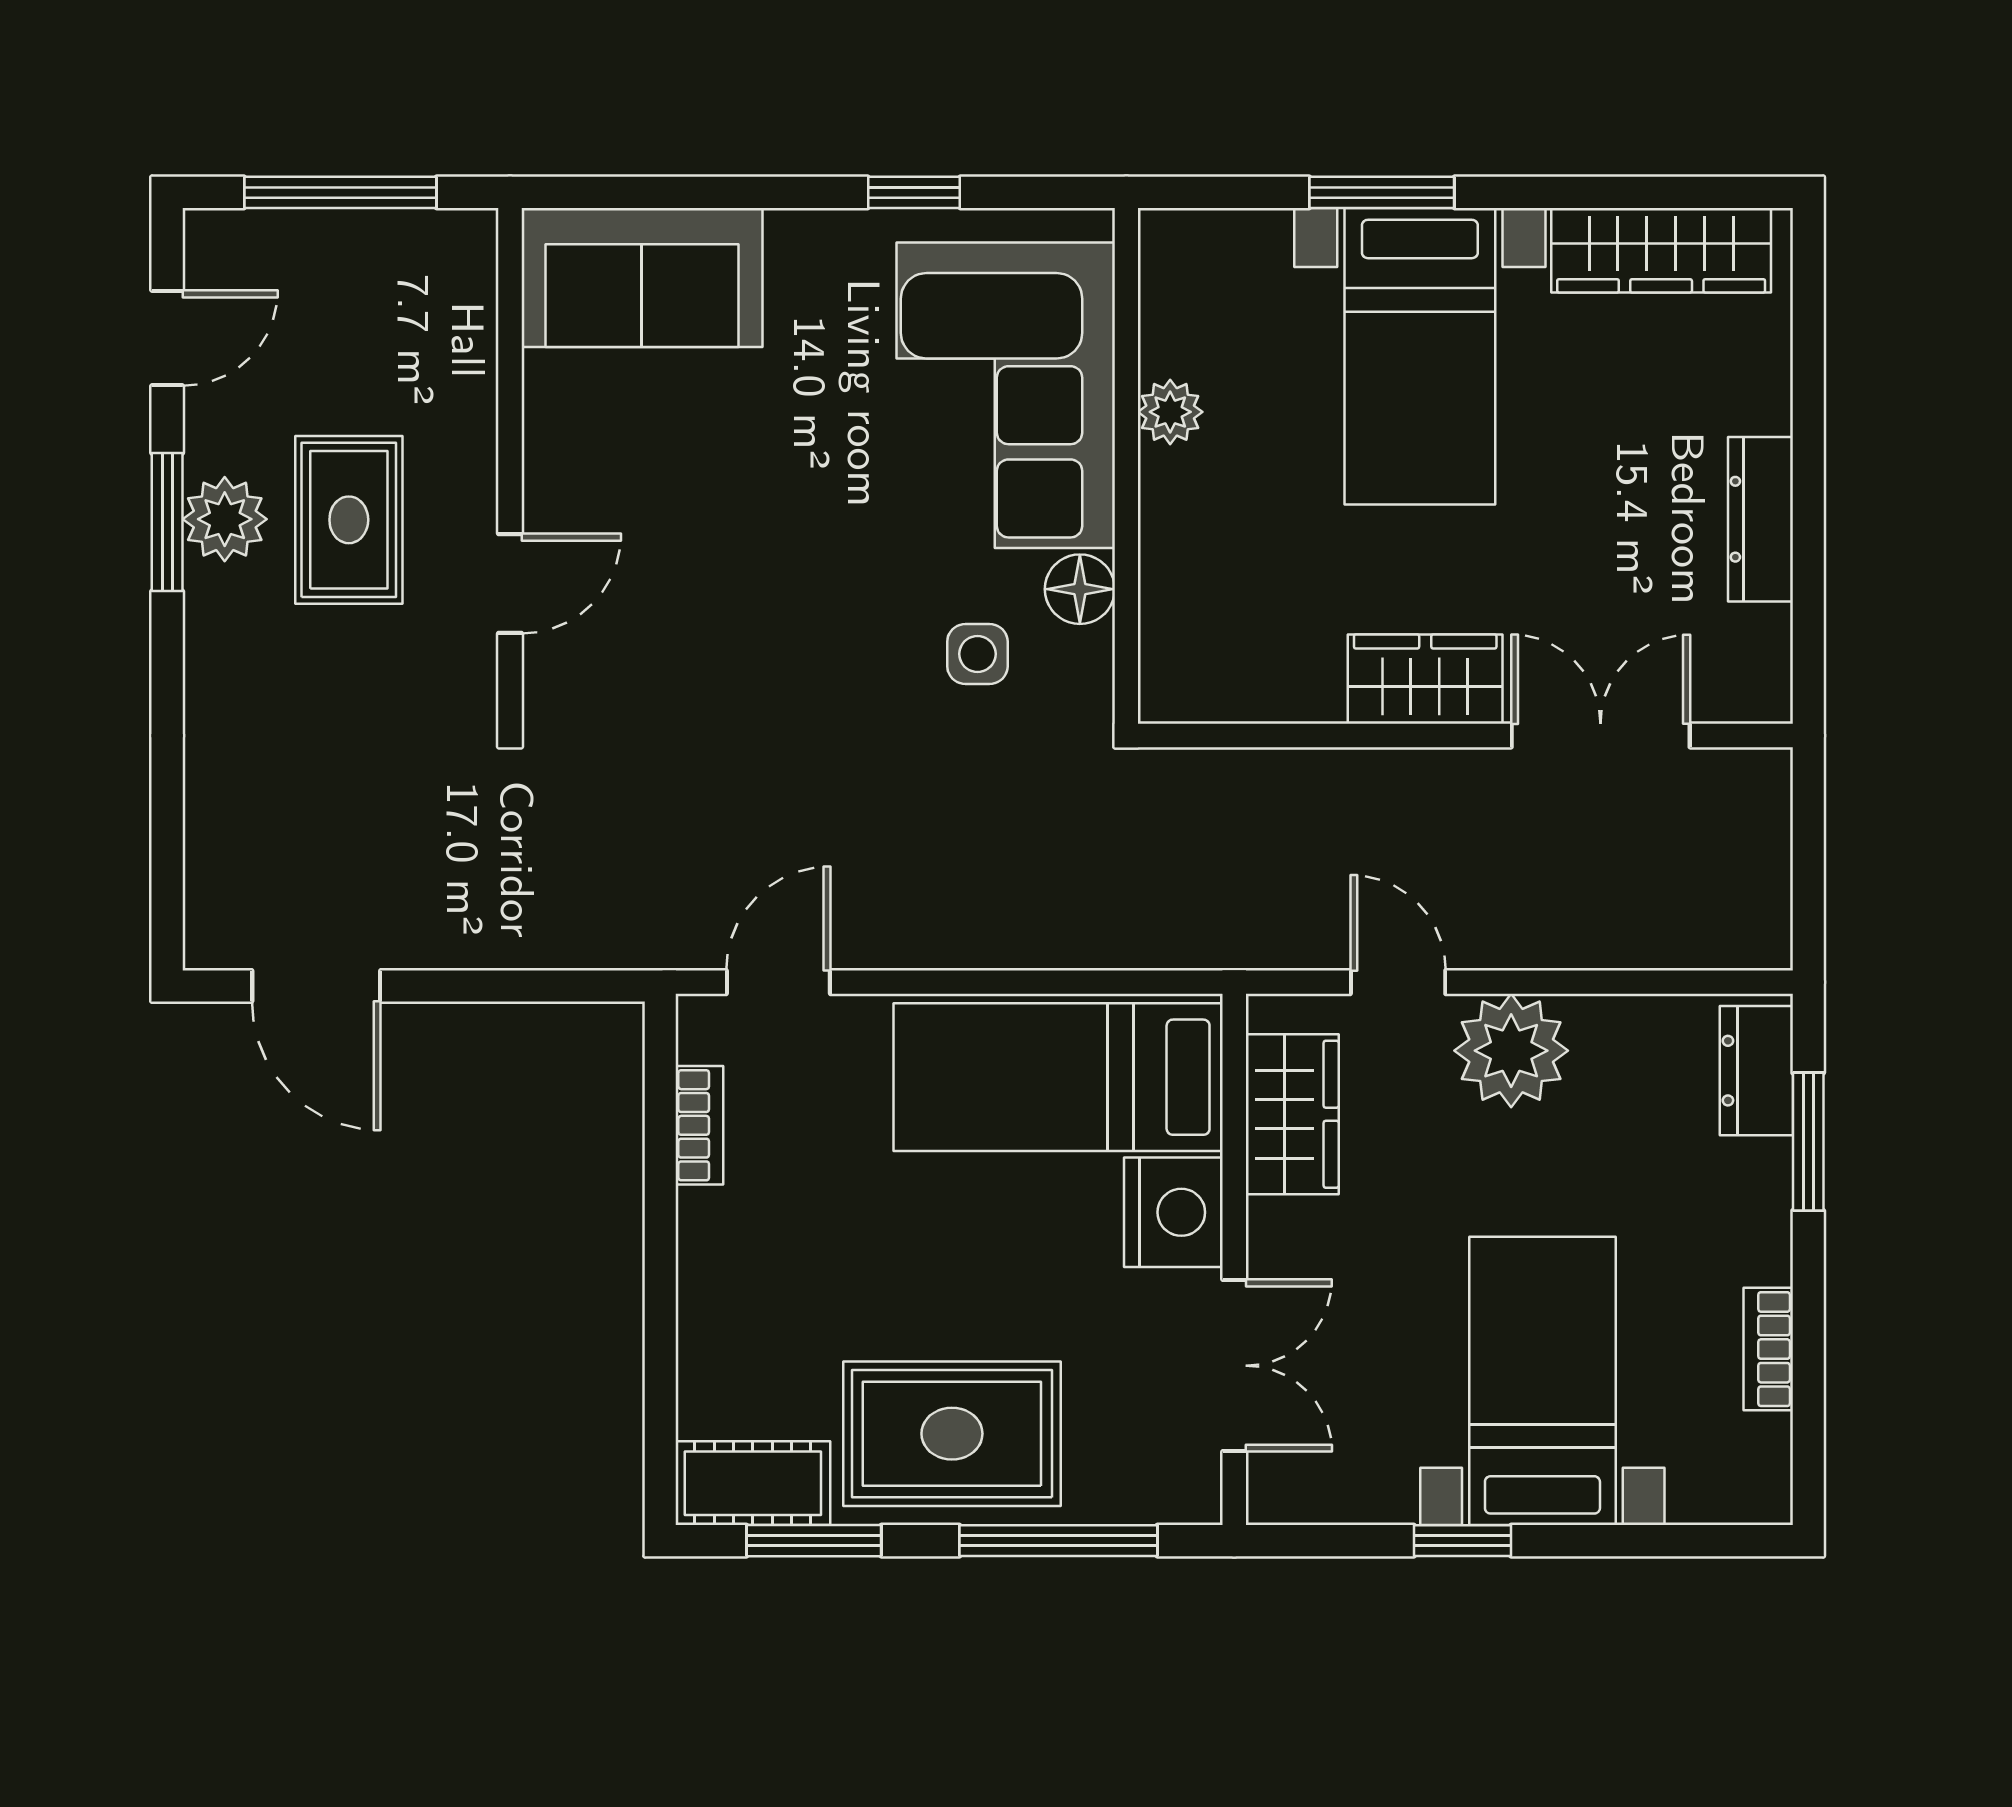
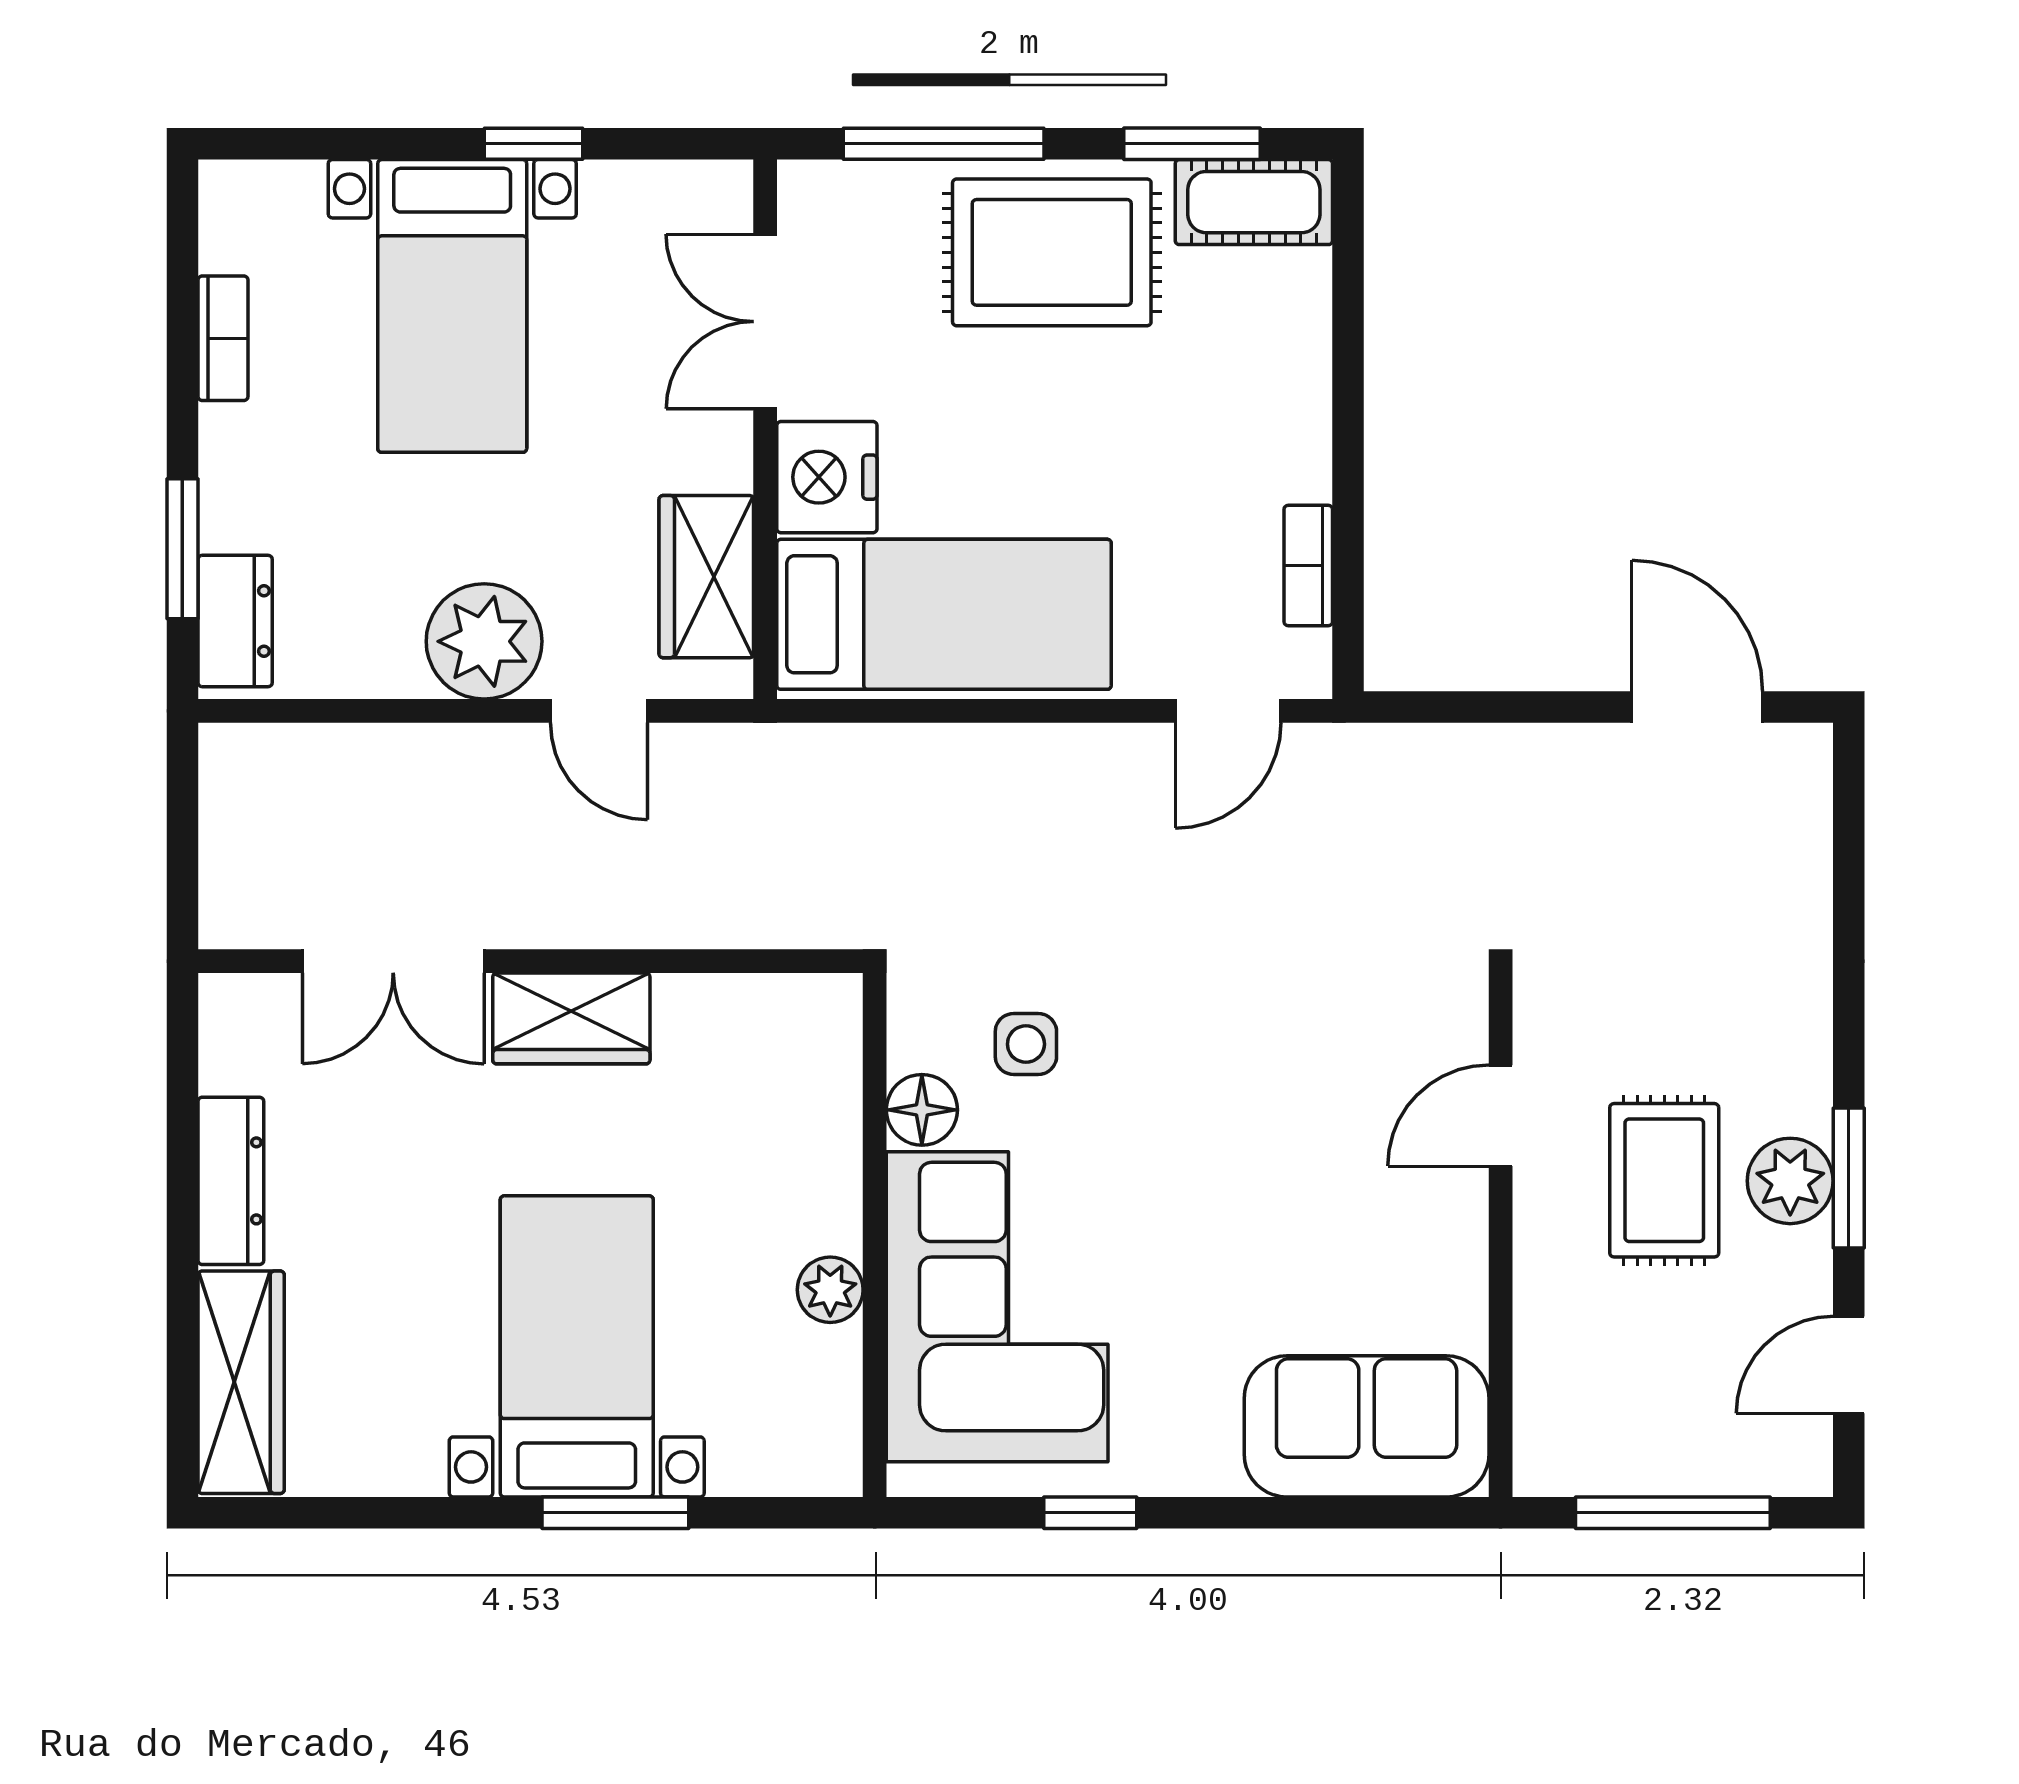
wardrobe: (1661, 250) -> (241, 1382), moved, turned 90

